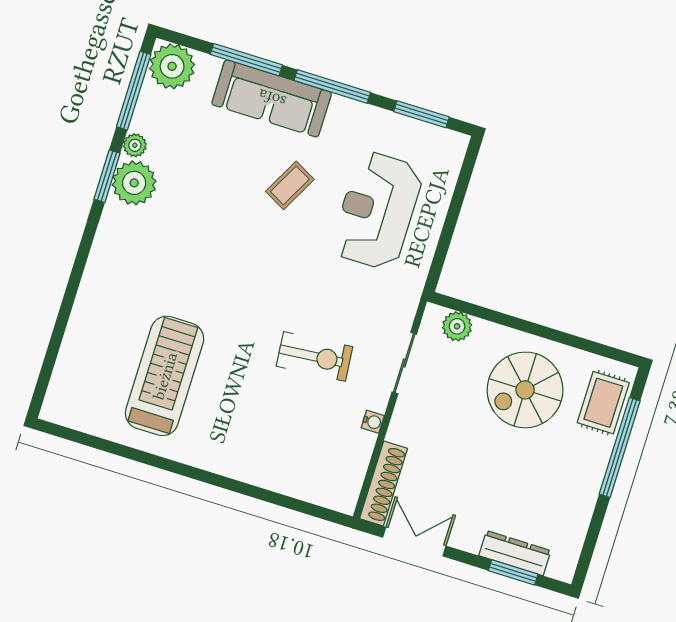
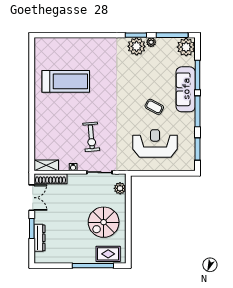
spiral stairs: (525, 390) -> (104, 222), turned -90
shelving: (349, 484) -> (46, 165), added
window: (513, 572) -> (32, 228), moved

